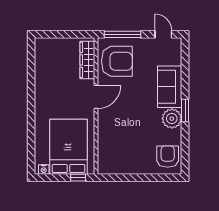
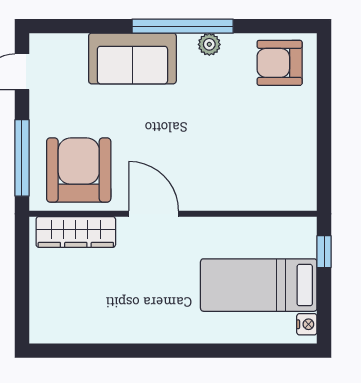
window: (185, 111) -> (183, 26), width x2.11
plant: (172, 119) -> (209, 44), width x0.53, depth x0.53
bed: (68, 147) -> (259, 285), width x0.67

